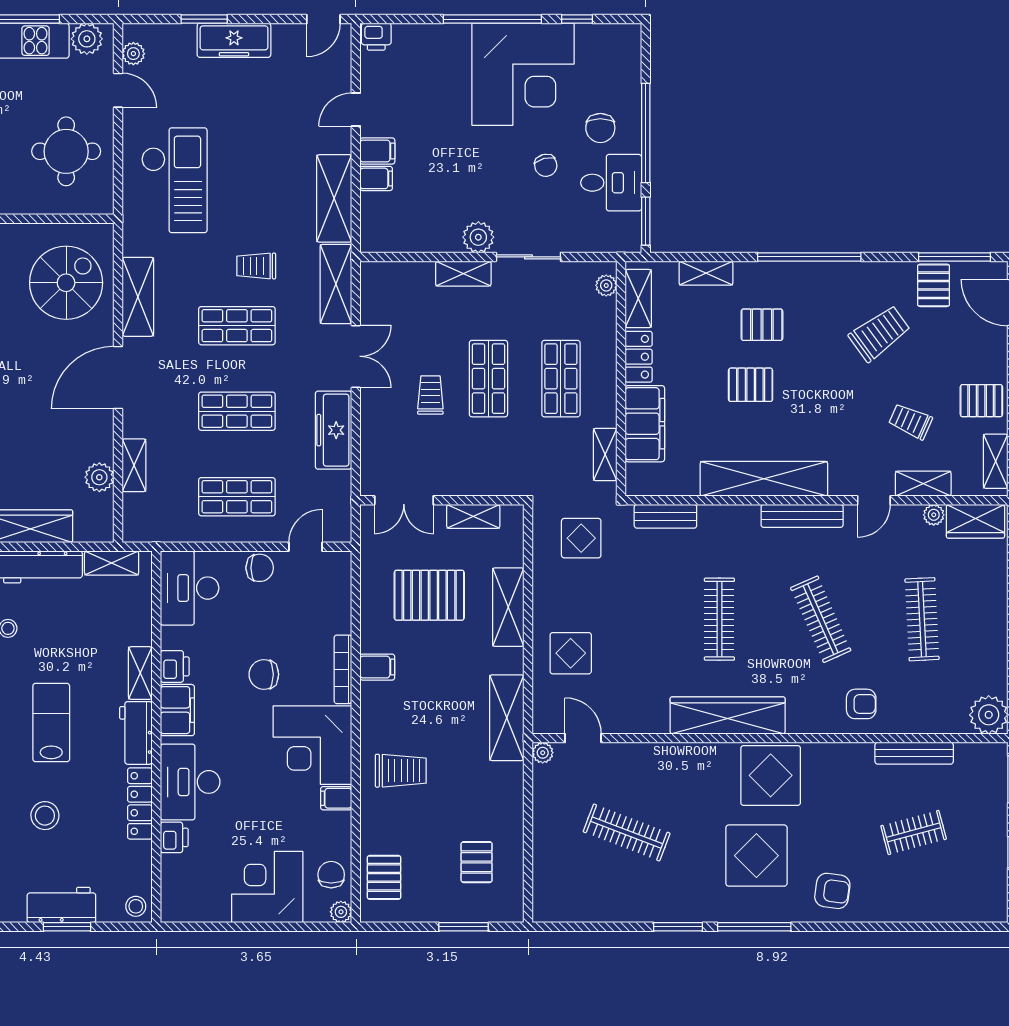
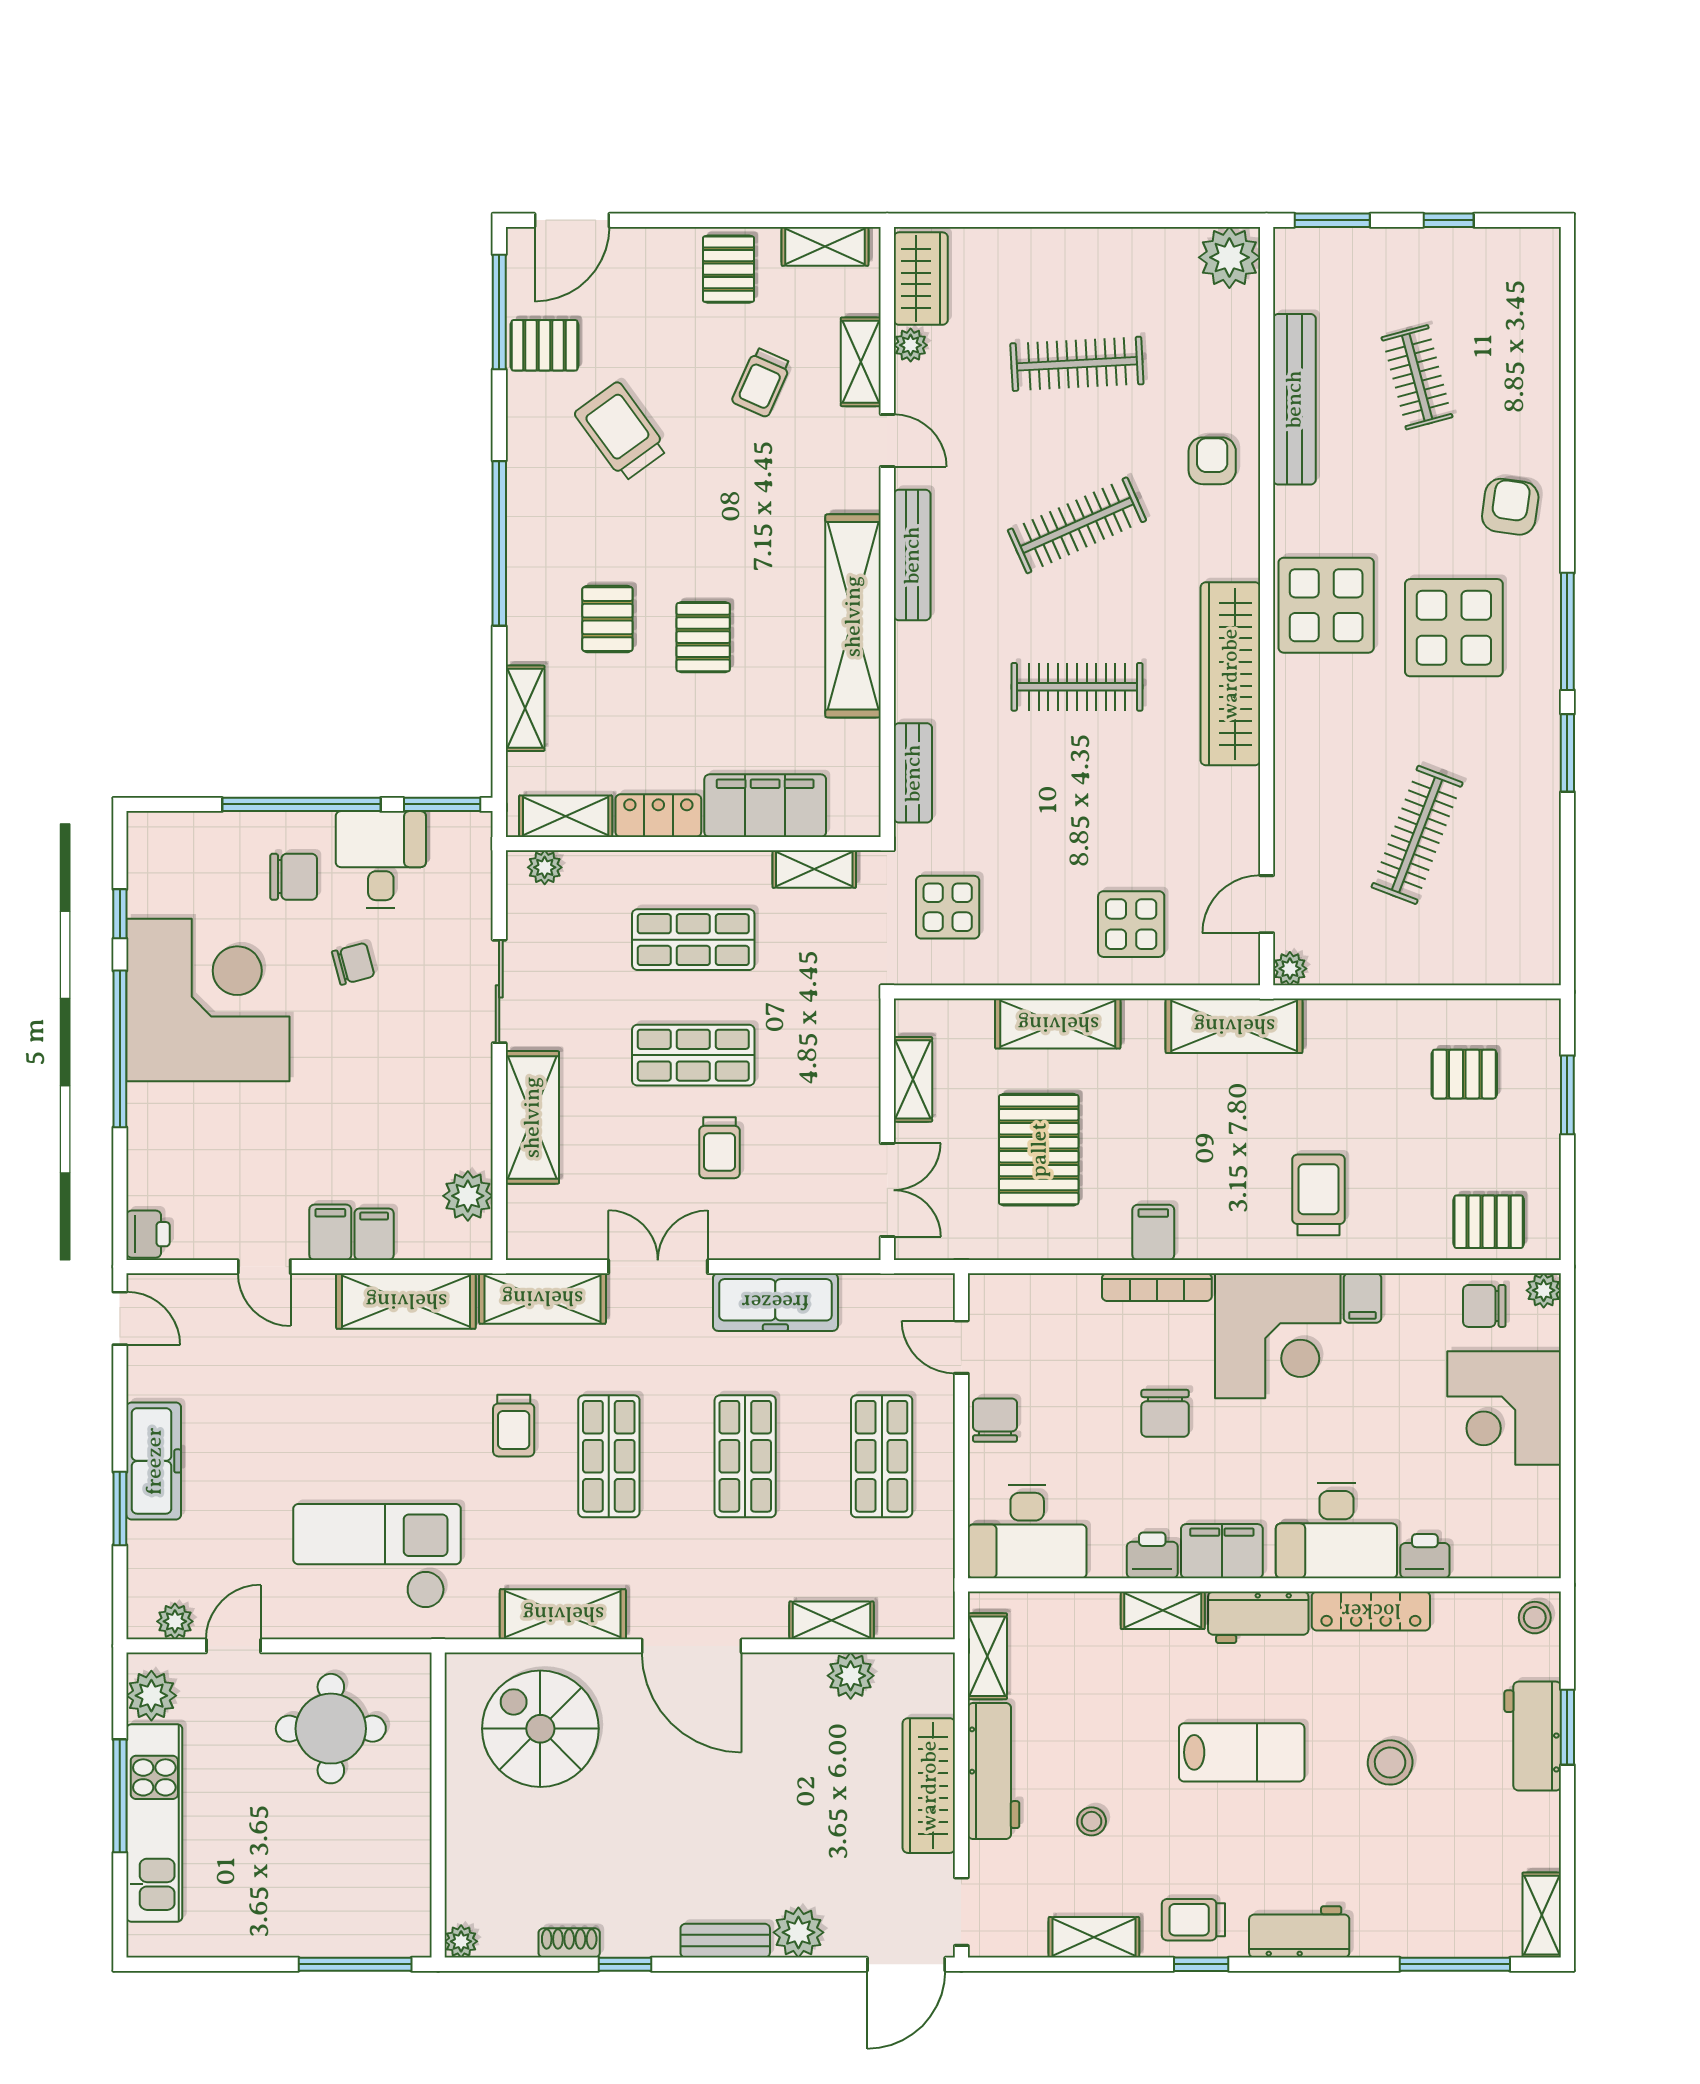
plant: (478, 237) -> (468, 1196), moved
shelving: (463, 274) -> (532, 1117), width x1.50, depth x1.33
trolley: (430, 395) -> (719, 1148), turned -90
lab bench: (51, 723) -> (1242, 1752), turned 180
bench: (914, 753) -> (1294, 399), width x1.37, depth x1.21

